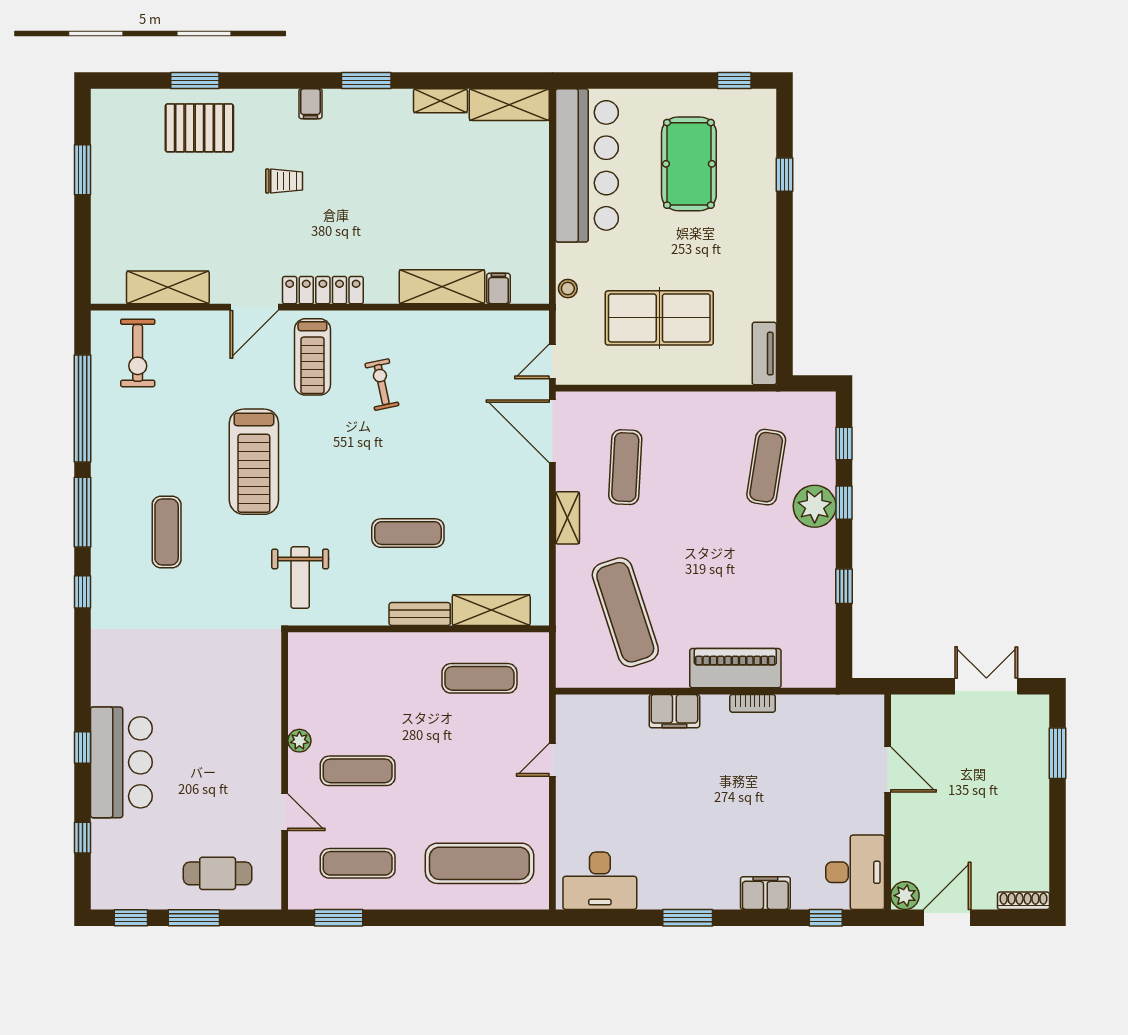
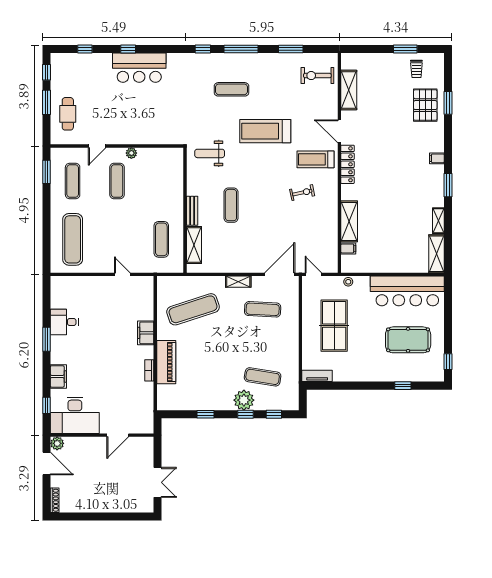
trolley: (284, 181) -> (416, 69), moved
window: (82, 408) -> (291, 49), width x0.47
window: (1058, 753) -> (125, 517), removed
bar counter: (121, 762) -> (139, 68), moved
desk: (855, 872) -> (75, 415), width x1.36, depth x1.30
desk: (600, 881) -> (64, 322), moved, width x0.73

